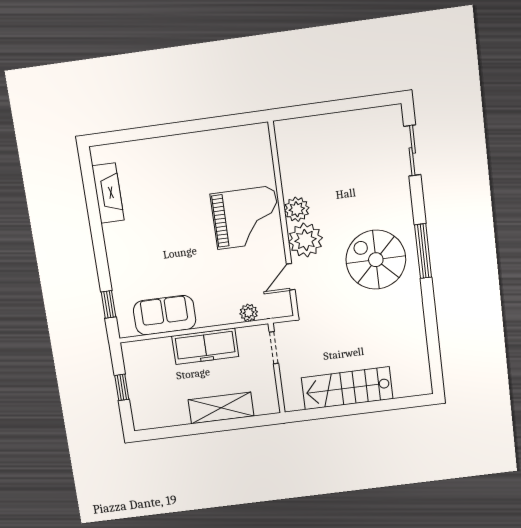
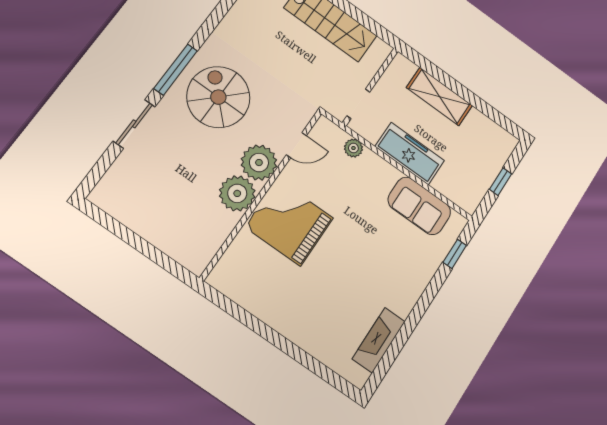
sliding door: (412, 150) -> (134, 124), moved
plant: (297, 209) -> (237, 193), width x1.36, depth x1.36
spiral stairs: (376, 260) -> (218, 97), turned 180

